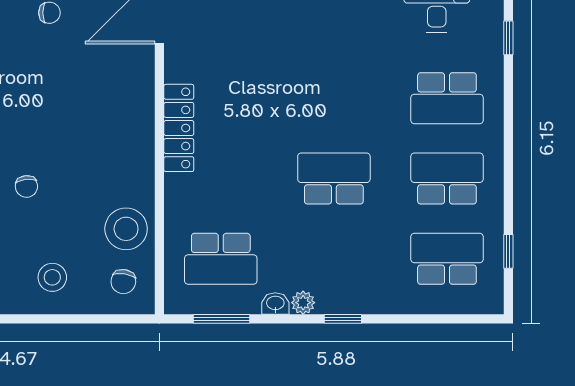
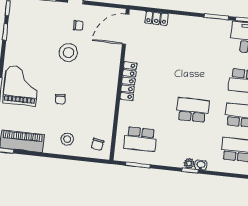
stool: (126, 229) -> (68, 53), moved
plant: (303, 303) -> (189, 163), moved
washbasin: (275, 304) -> (201, 165), moved

